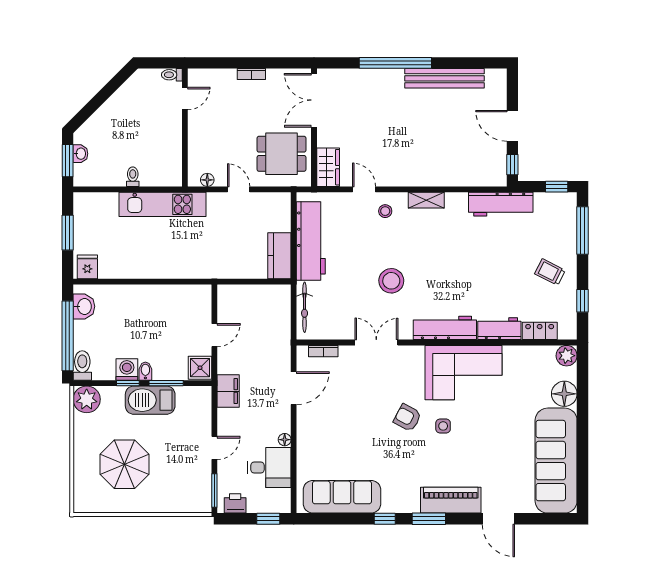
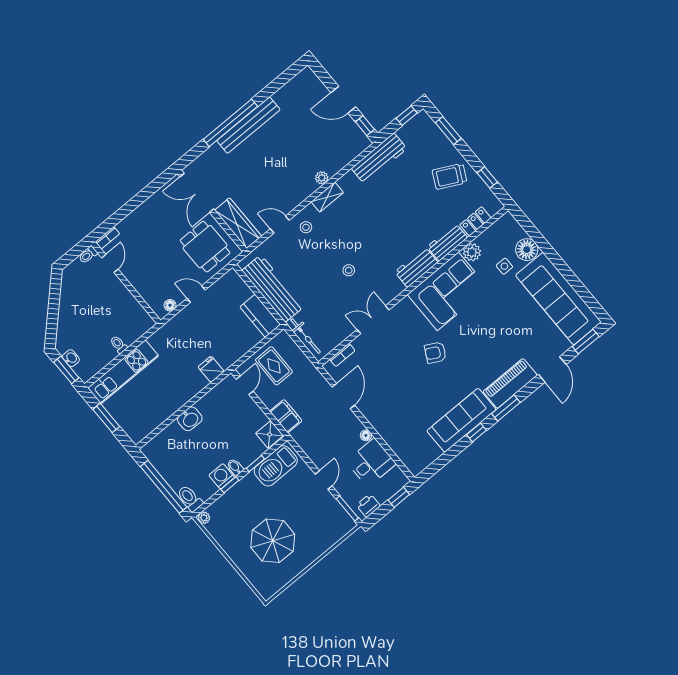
bookcase: (251, 74) -> (107, 238), moved
bench: (444, 78) -> (249, 125), moved
dining table: (281, 154) -> (205, 247), turned 90
wardrobe: (328, 167) -> (238, 223), width x1.50
plant: (436, 179) -> (322, 178), added
kitchen unit: (162, 204) -> (123, 372), moved
window: (583, 230) -> (448, 131), width x0.69
fridge: (87, 267) -> (211, 369), moved
trolley: (550, 272) -> (450, 176), width x1.36, depth x1.39
stool: (391, 281) -> (349, 270), width x0.53, depth x0.53
washbasin: (84, 306) -> (190, 419), moved, turned 90
rug: (255, 310) -> (274, 366), added
workbench: (445, 328) -> (416, 267), width x0.73
door: (214, 335) -> (245, 385), moved
plant: (567, 356) -> (472, 252), moved
window: (166, 383) -> (255, 464), width x0.67
filing cabinet: (228, 391) -> (286, 416), moved
plant: (87, 399) -> (204, 518), width x0.53, depth x0.53
barbecue: (150, 400) -> (276, 466), moved
side table: (443, 426) -> (504, 266), moved
sofa: (342, 497) -> (461, 420), moved
door: (498, 519) -> (552, 369), hinge flipped
window: (549, 519) -> (586, 341), added

